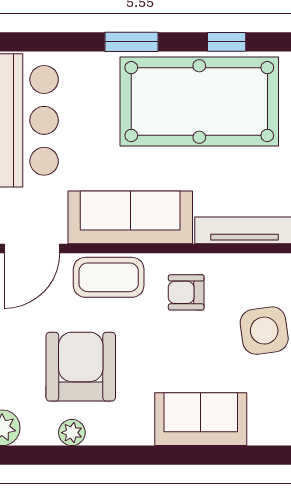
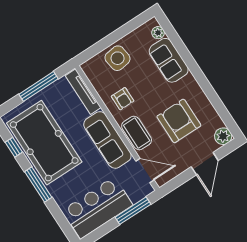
window: (132, 42) -> (38, 185), width x1.44
armchair: (81, 367) -> (179, 121), turned 90
plant: (72, 433) -> (158, 33), moved

